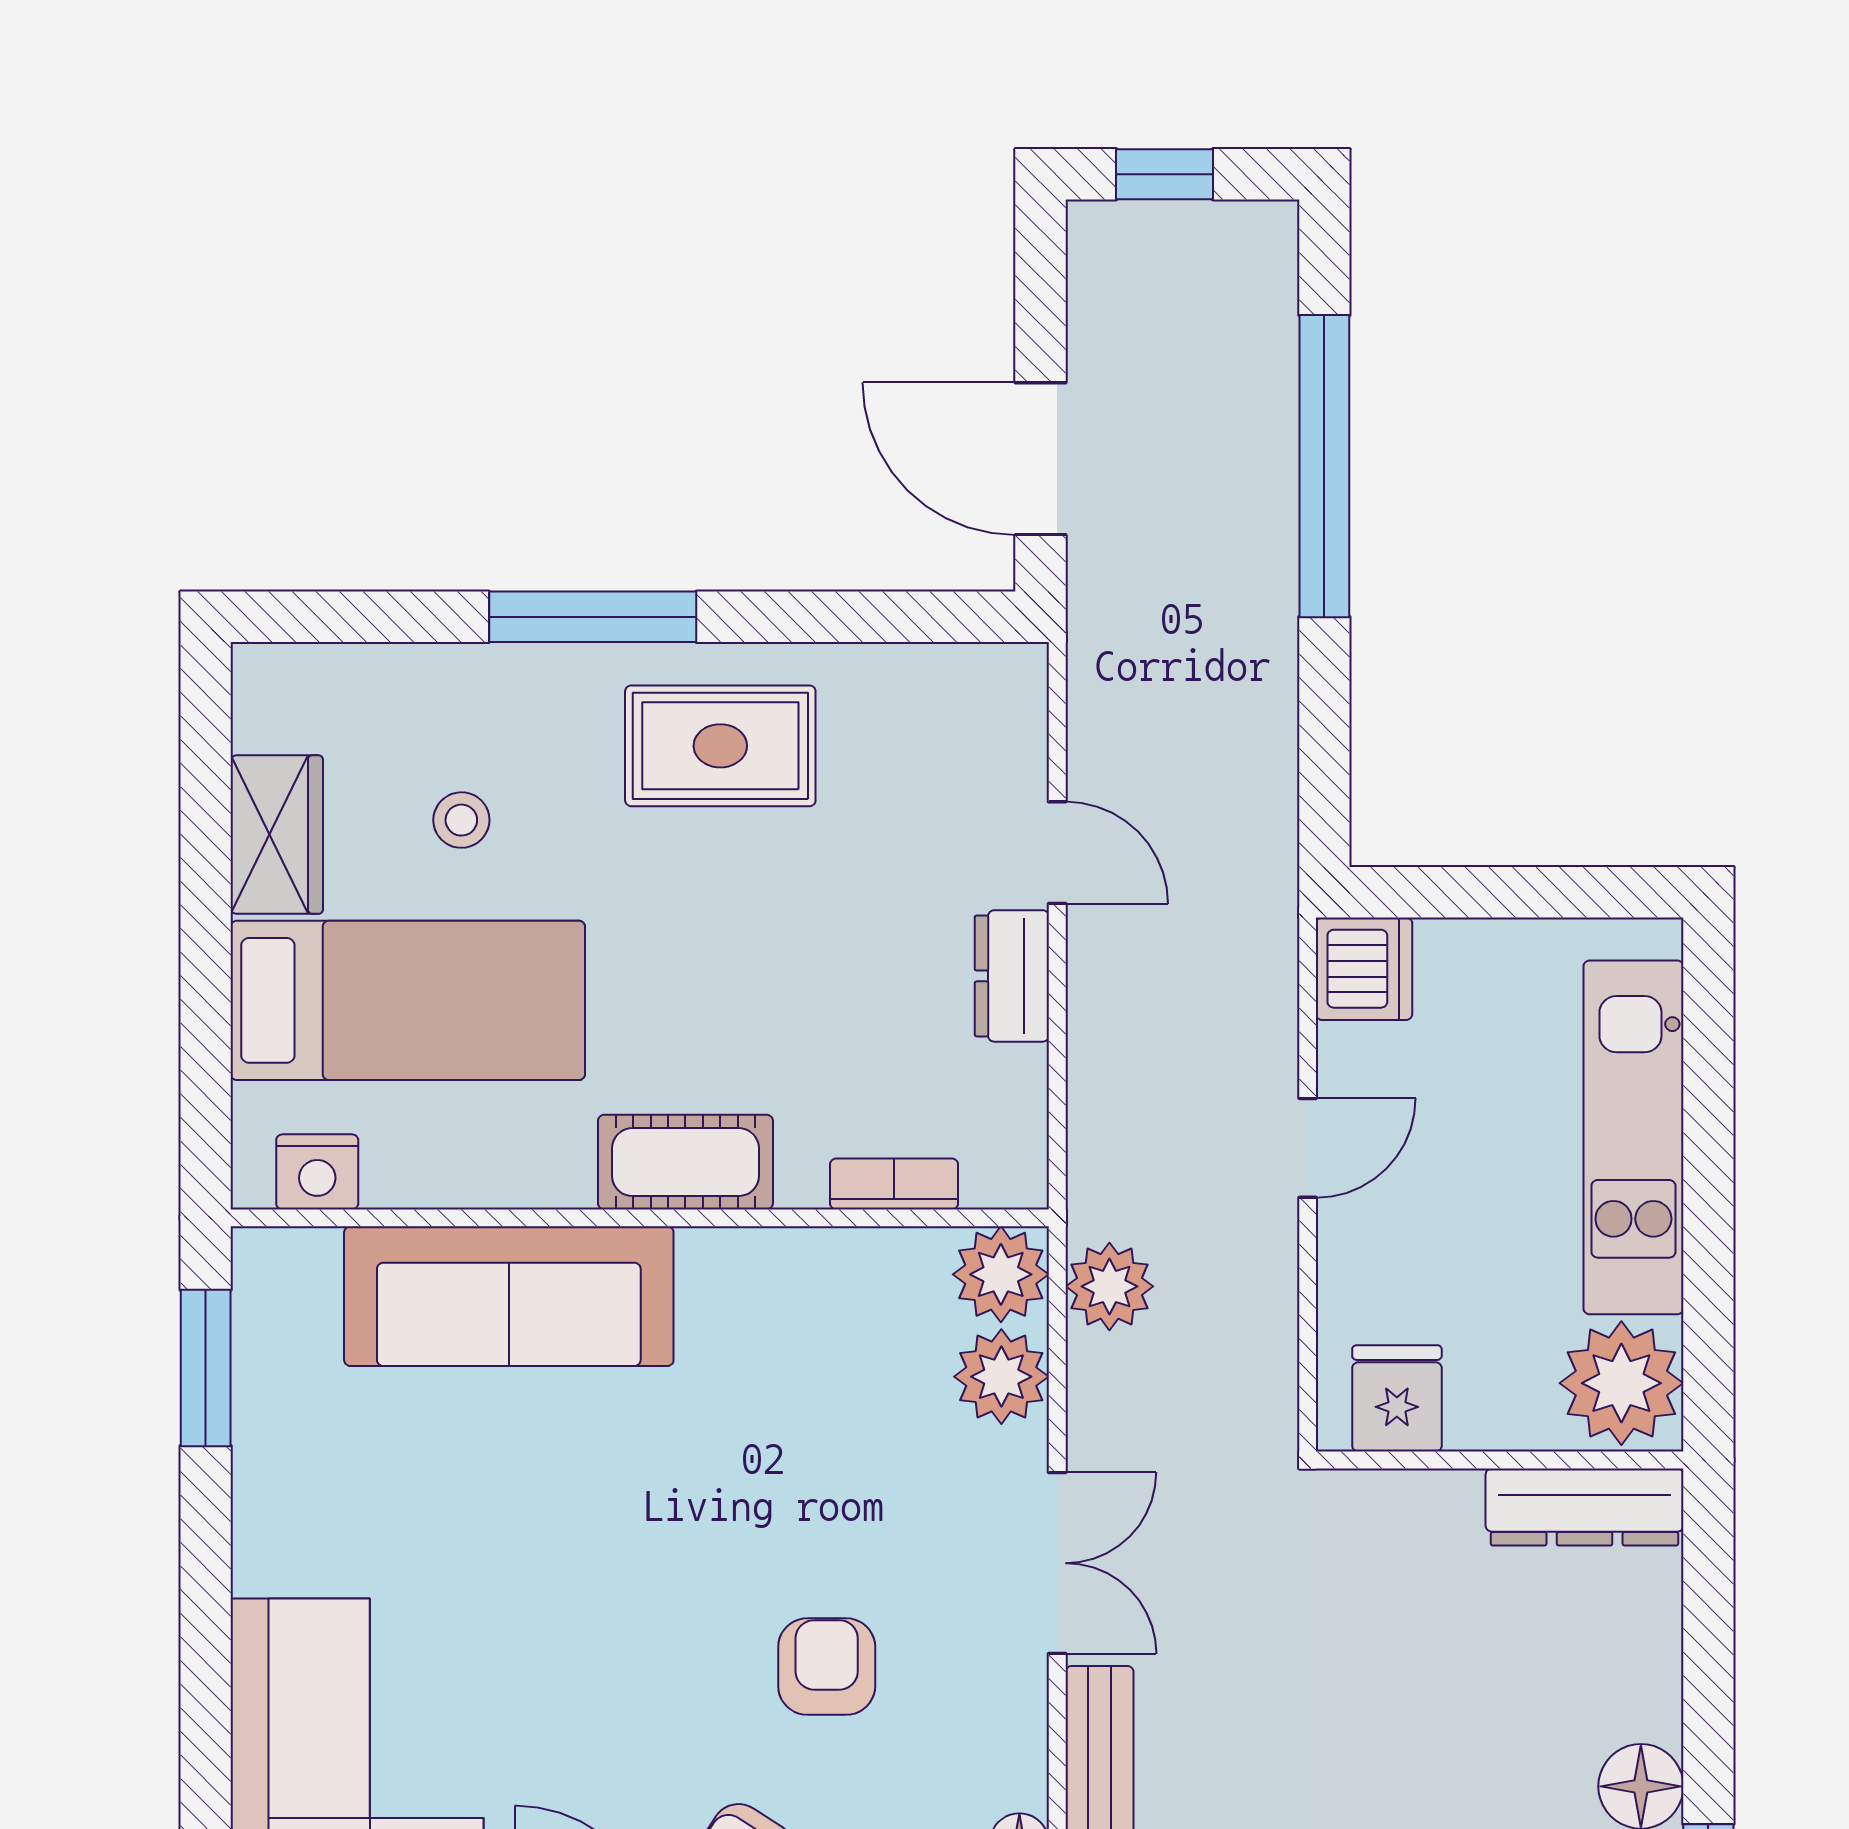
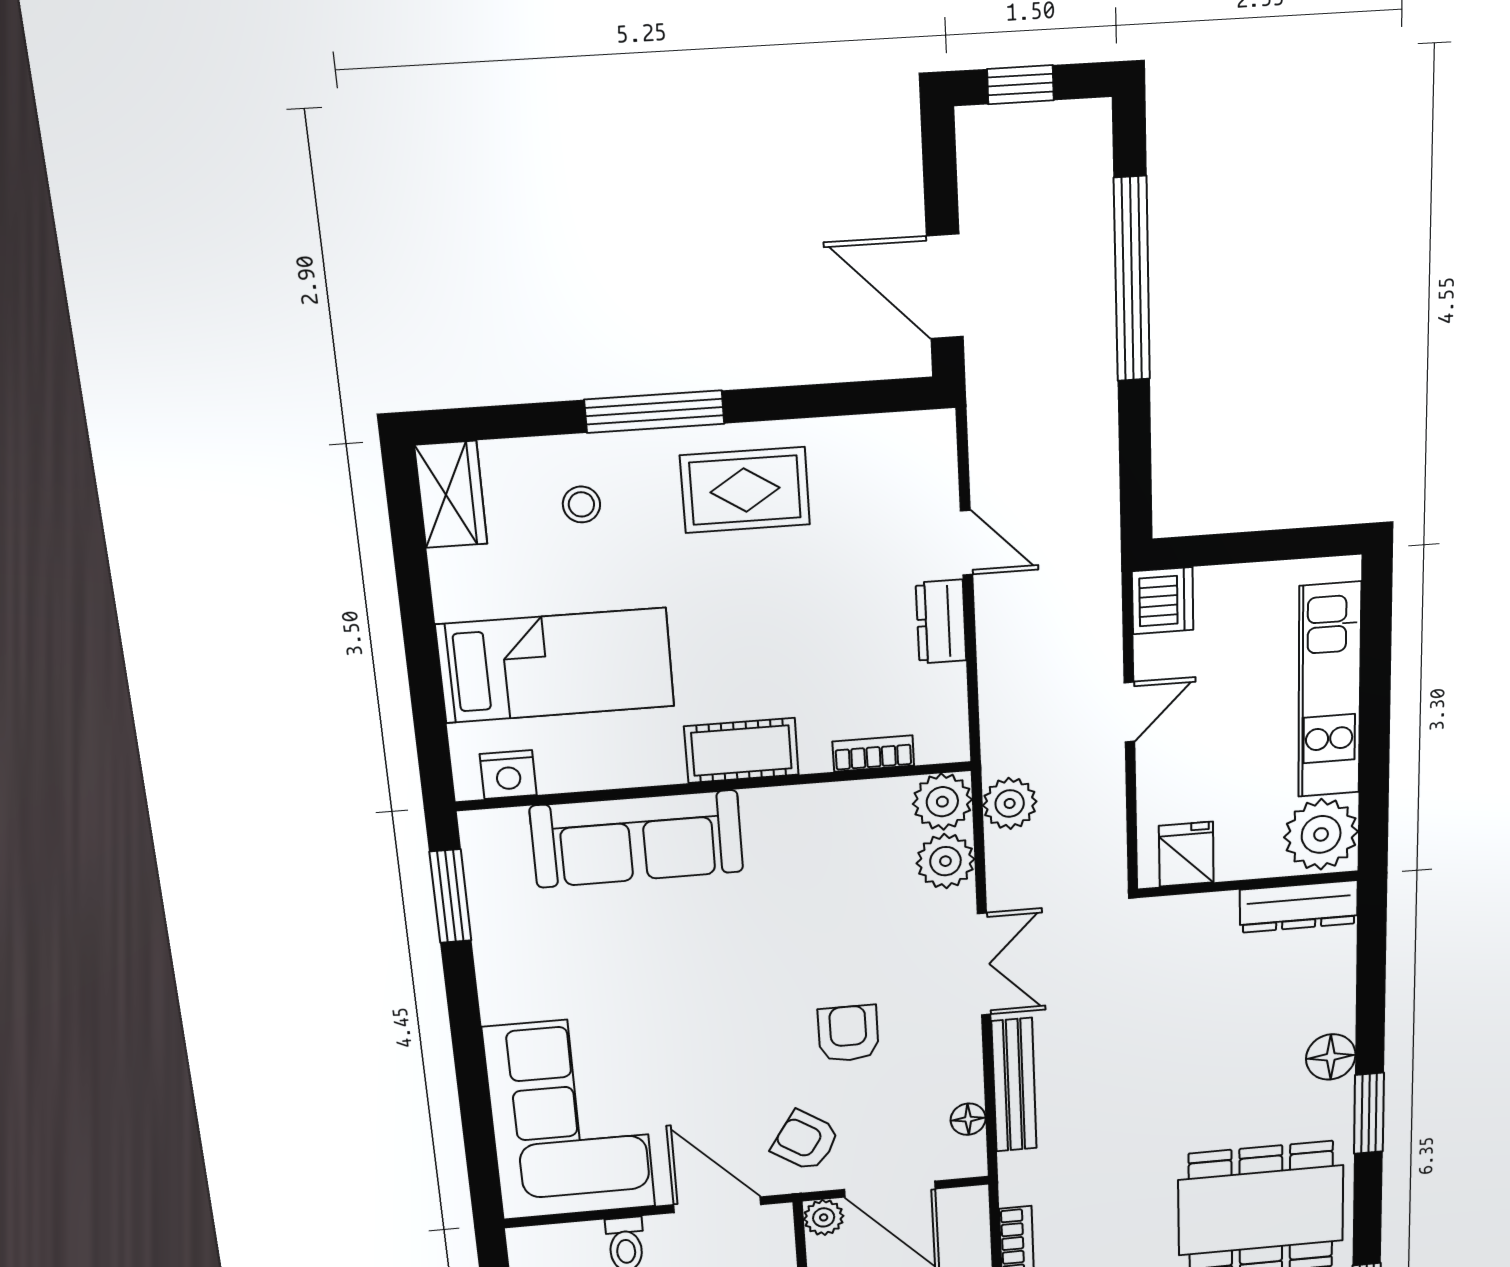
stool: (461, 820) -> (581, 504), moved
wardrobe: (277, 835) -> (451, 495), moved

